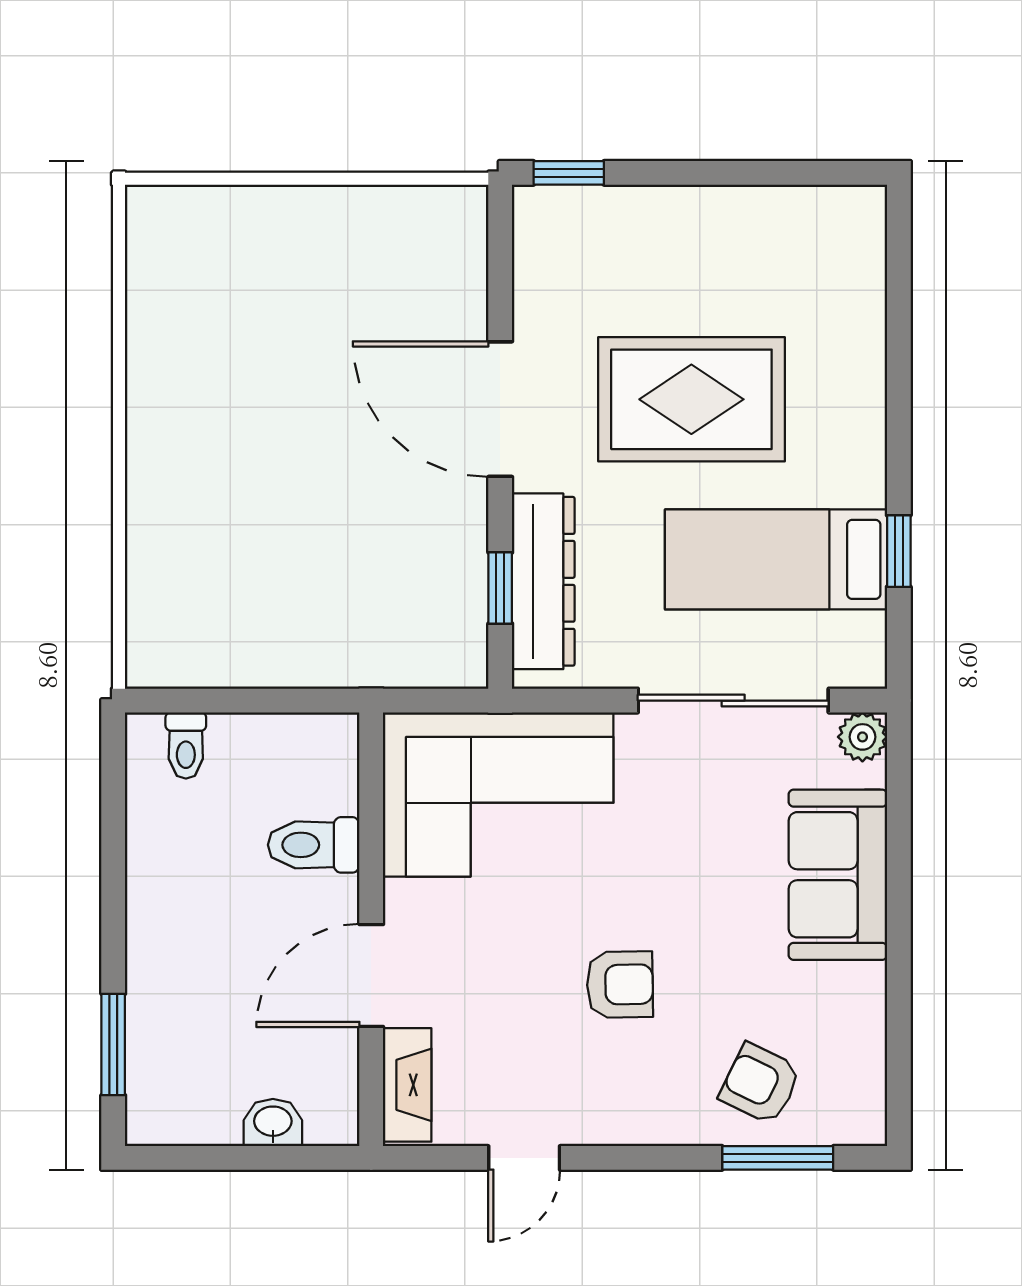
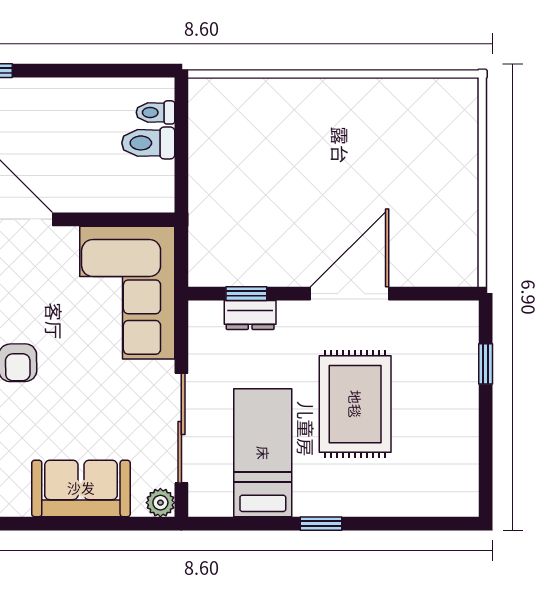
window: (569, 173) -> (486, 364), moved
window: (899, 551) -> (321, 524), moved
dresser: (543, 581) -> (250, 315), width x0.51, depth x0.80
toilet: (314, 845) -> (148, 143), moved, turned -90

